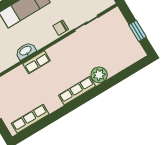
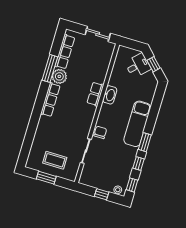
coffee table: (118, 39) -> (55, 160), added
plant: (99, 75) -> (59, 76), moved
window: (55, 116) -> (50, 68), added

